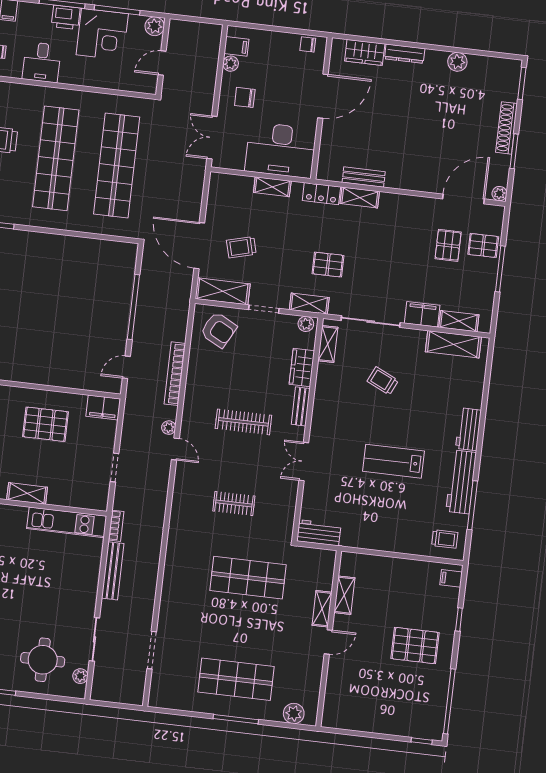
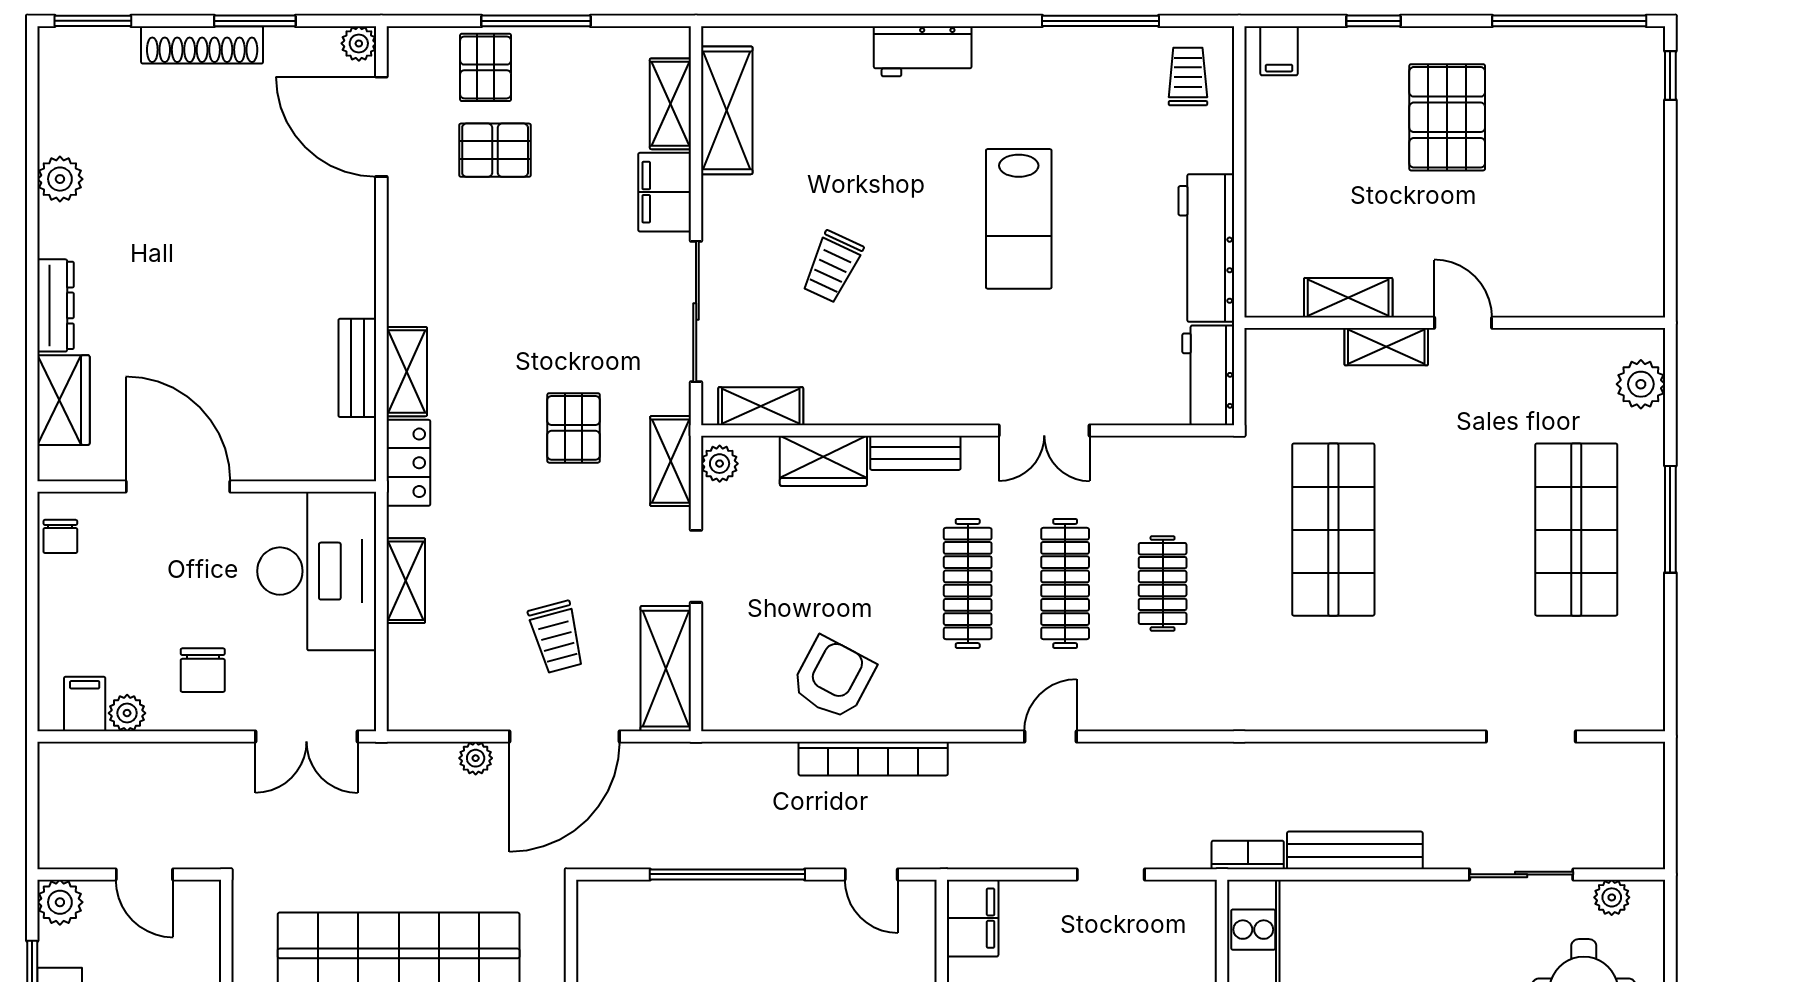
armchair: (218, 330) -> (833, 678), moved
plant: (169, 428) -> (476, 758), moved
clothes rail: (239, 463) -> (1065, 584), added
workbench: (461, 482) -> (1206, 248), moved, turned 90

